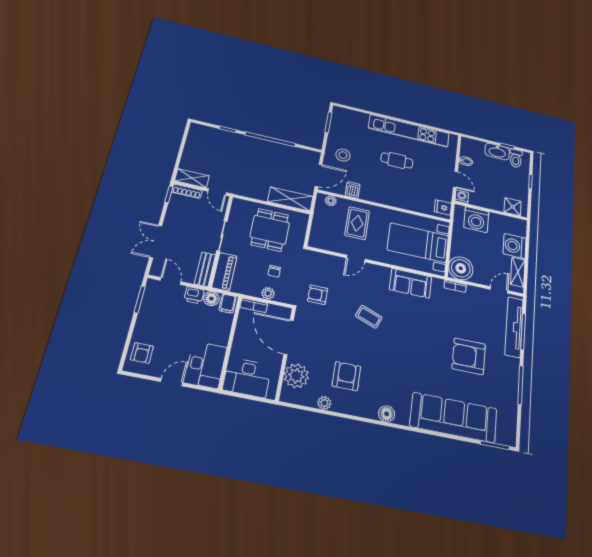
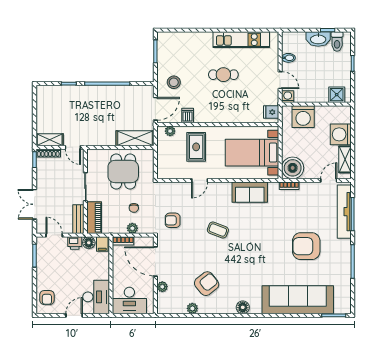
kitchen unit: (409, 131) -> (241, 40), width x0.73
plant: (296, 376) -> (162, 287), width x0.53, depth x0.53
armchair: (346, 376) -> (207, 284), turned 51

